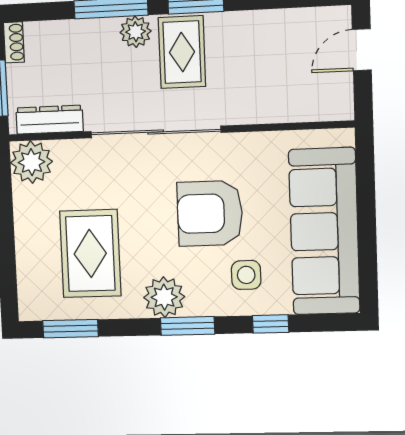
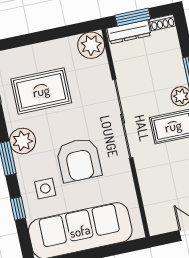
dresser: (49, 120) -> (129, 32), moved, turned 90
armchair: (210, 213) -> (79, 160), turned 180

